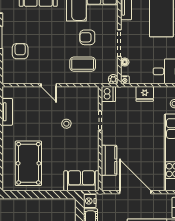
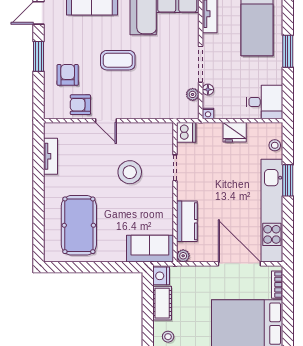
armchair: (87, 37) -> (80, 105), moved
coffee table: (83, 64) -> (118, 60), moved
plant: (113, 79) -> (193, 94), moved
stool: (66, 124) -> (130, 172), width x1.89, depth x1.89
plant: (106, 186) -> (183, 256), added
door: (135, 192) -> (239, 264), moved

